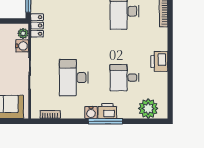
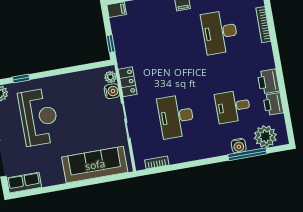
locker: (37, 25) -> (128, 82), moved
printer: (107, 111) -> (273, 104), moved, turned -90
water cooler: (91, 113) -> (239, 146), moved
window: (105, 121) -> (247, 154), moved

